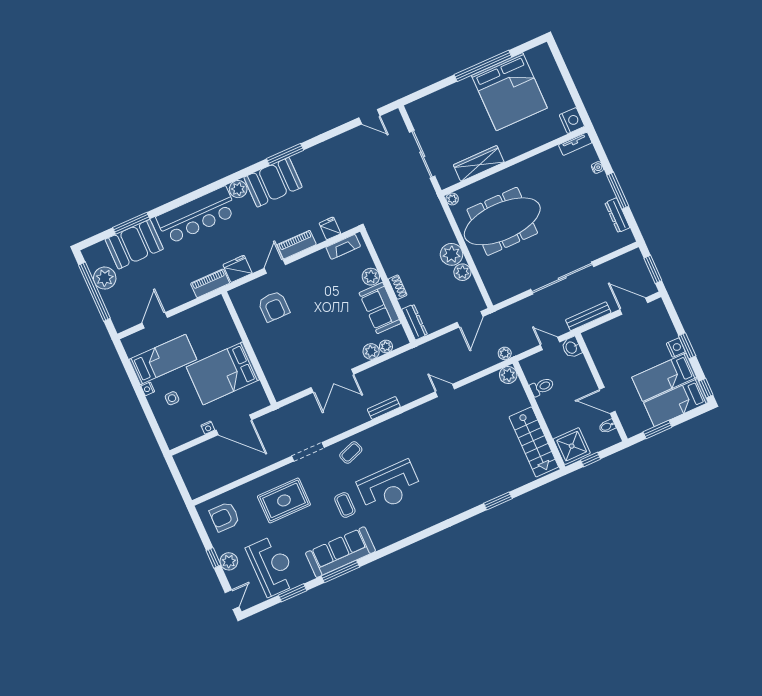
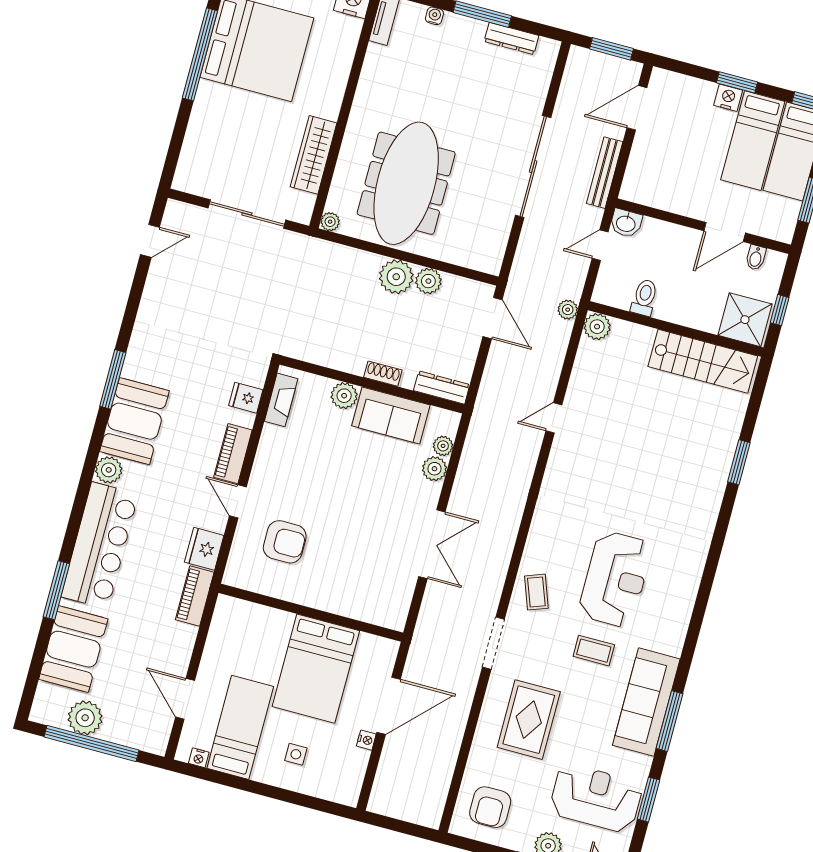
window: (131, 223) -> (56, 590), moved
nightstand: (148, 389) -> (199, 758), moved
bench: (384, 408) -> (515, 509), removed

